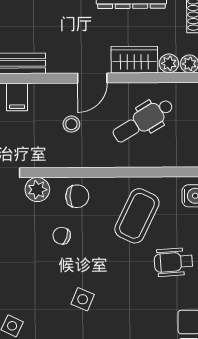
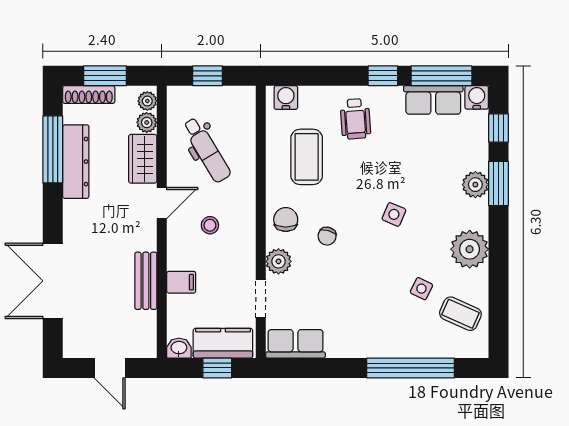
door: (92, 78) -> (162, 203), hinge flipped
coffee table: (137, 216) -> (307, 157), turned 64

